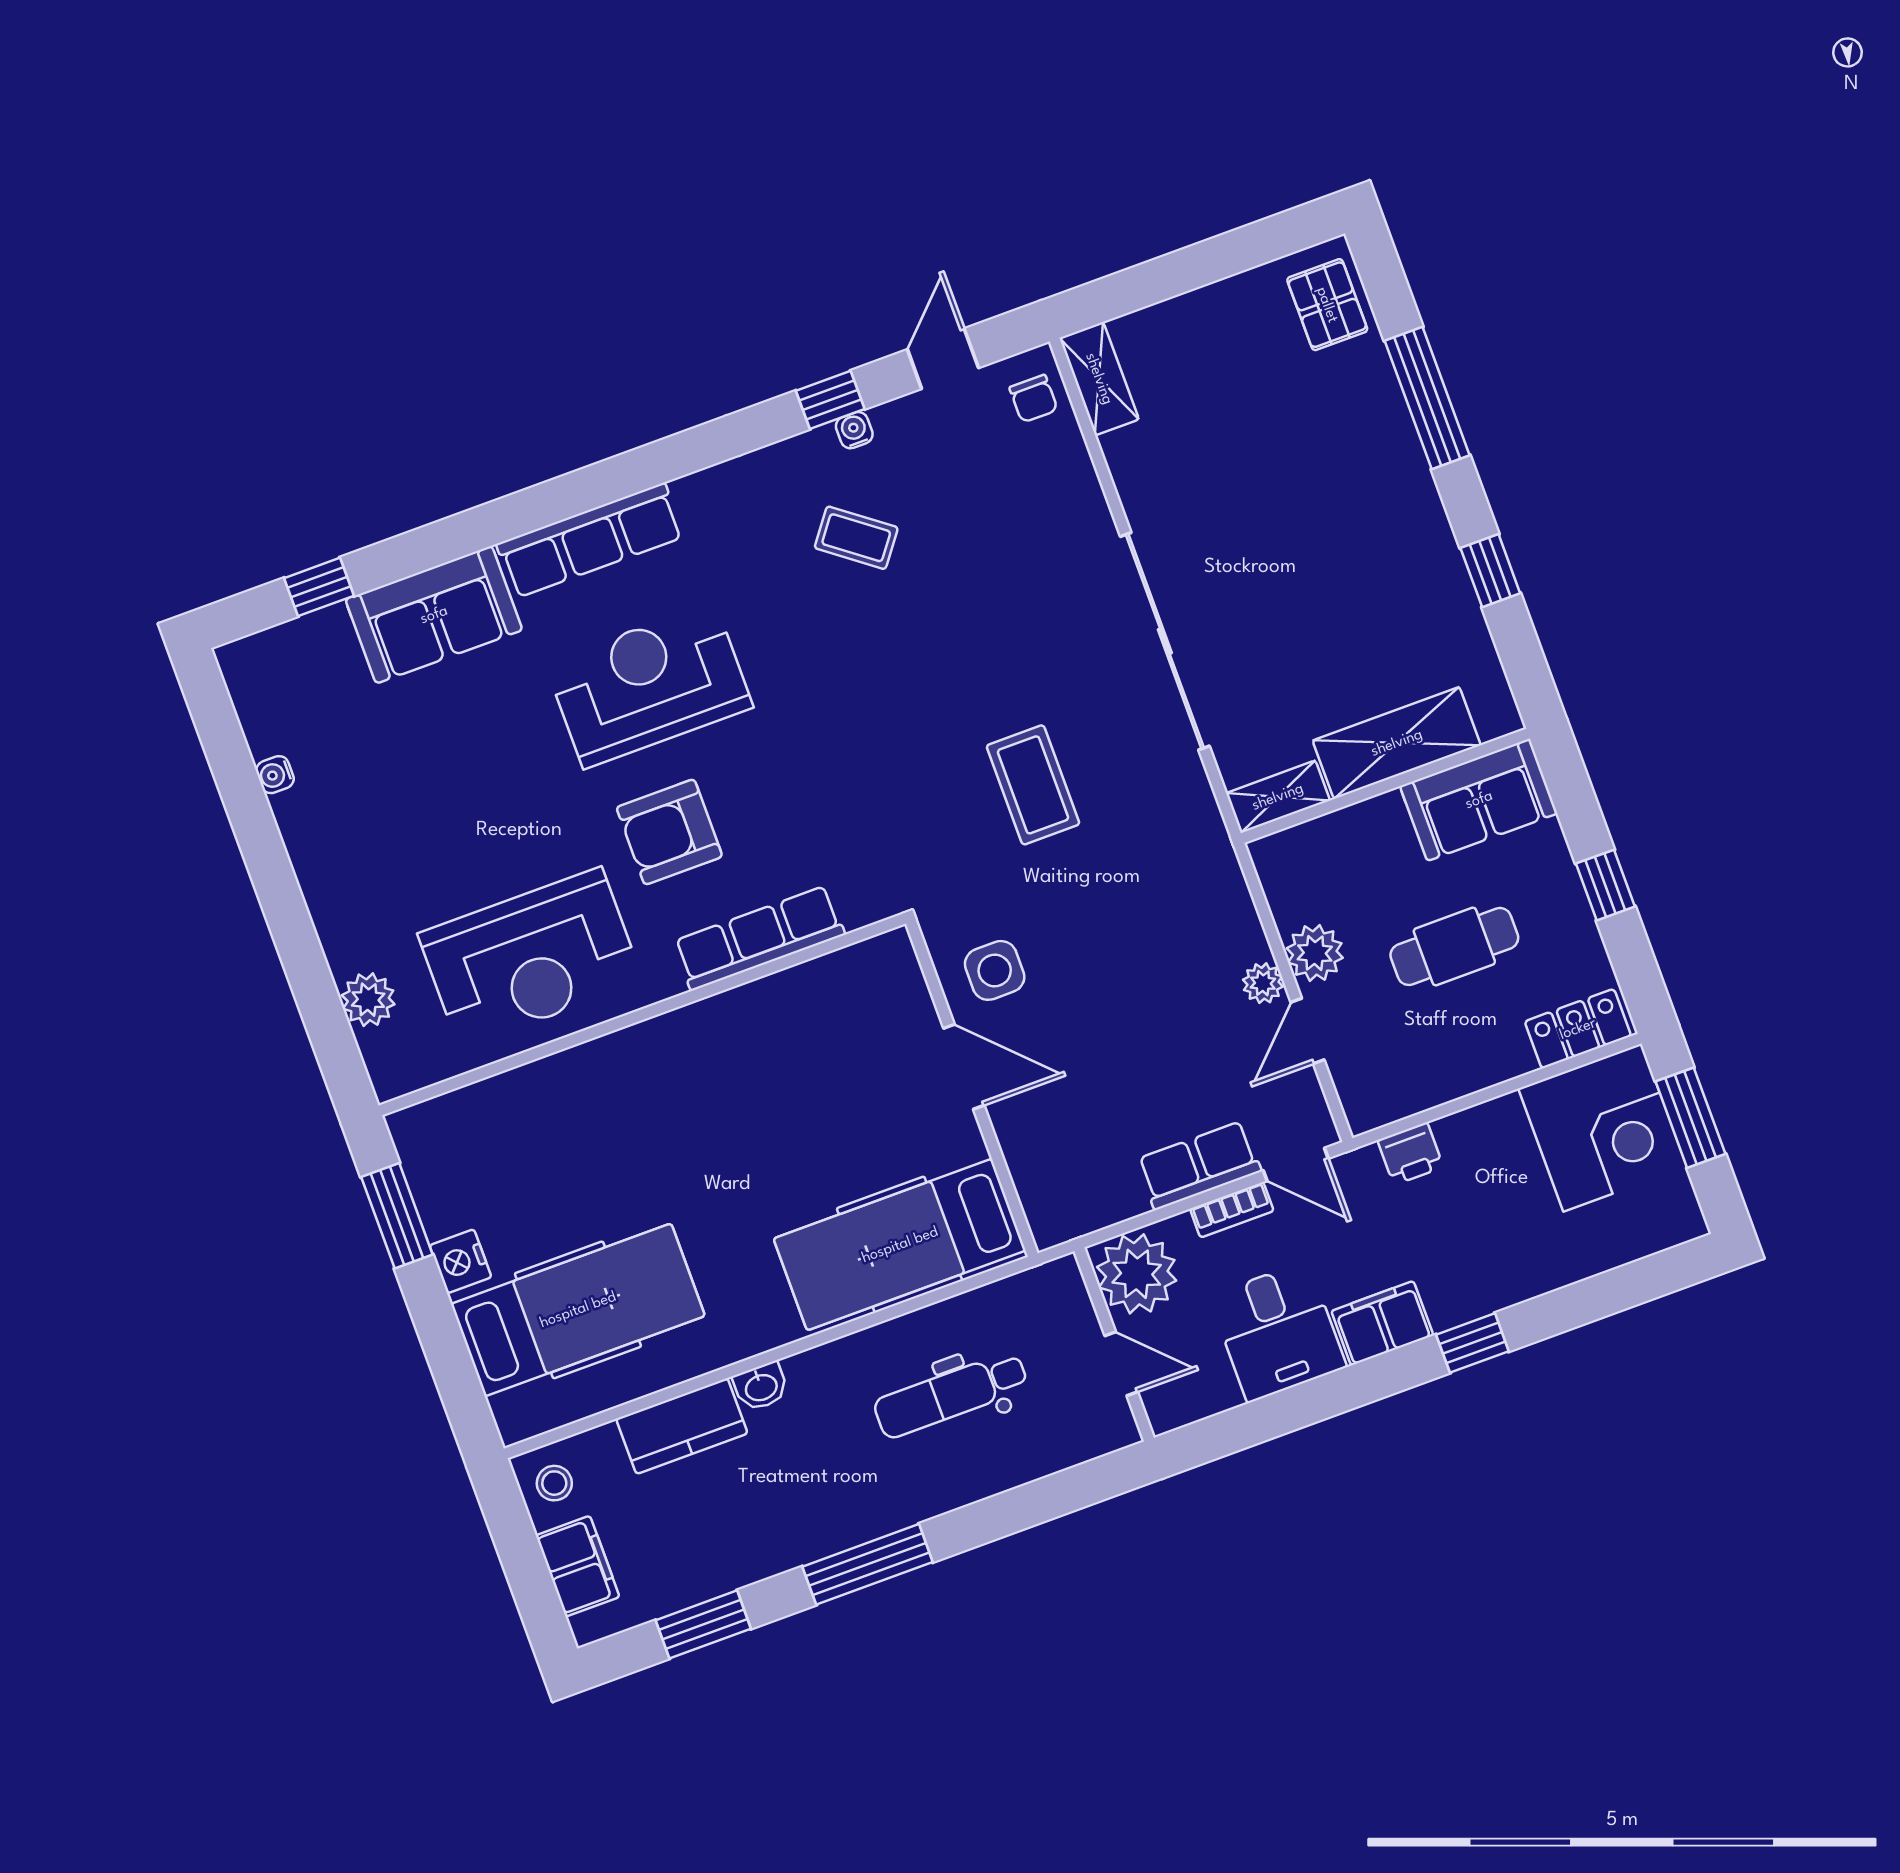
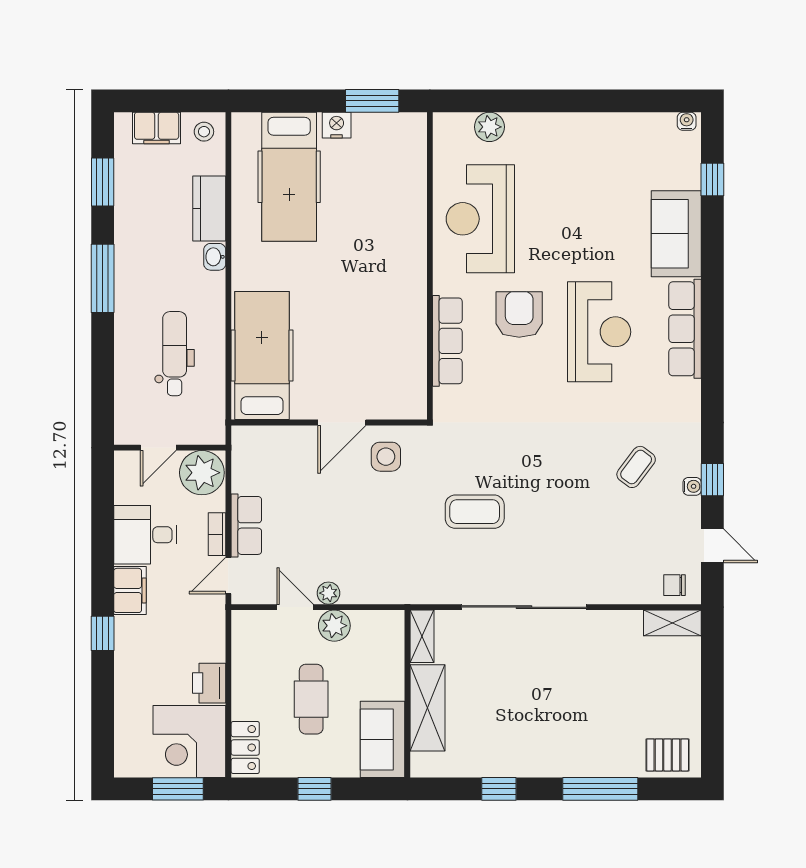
water cooler: (275, 775) -> (687, 121), moved
printer: (1410, 1154) -> (209, 683), moved, width x1.36, depth x1.24

